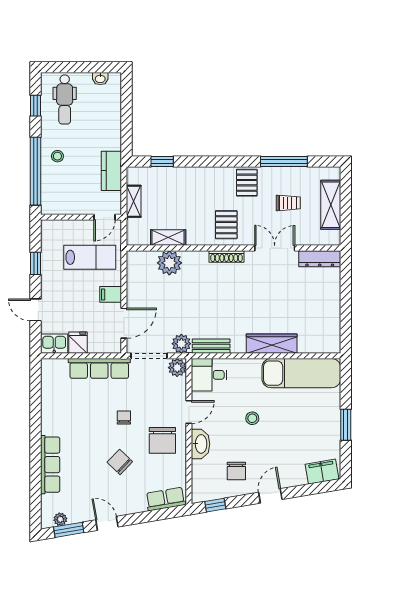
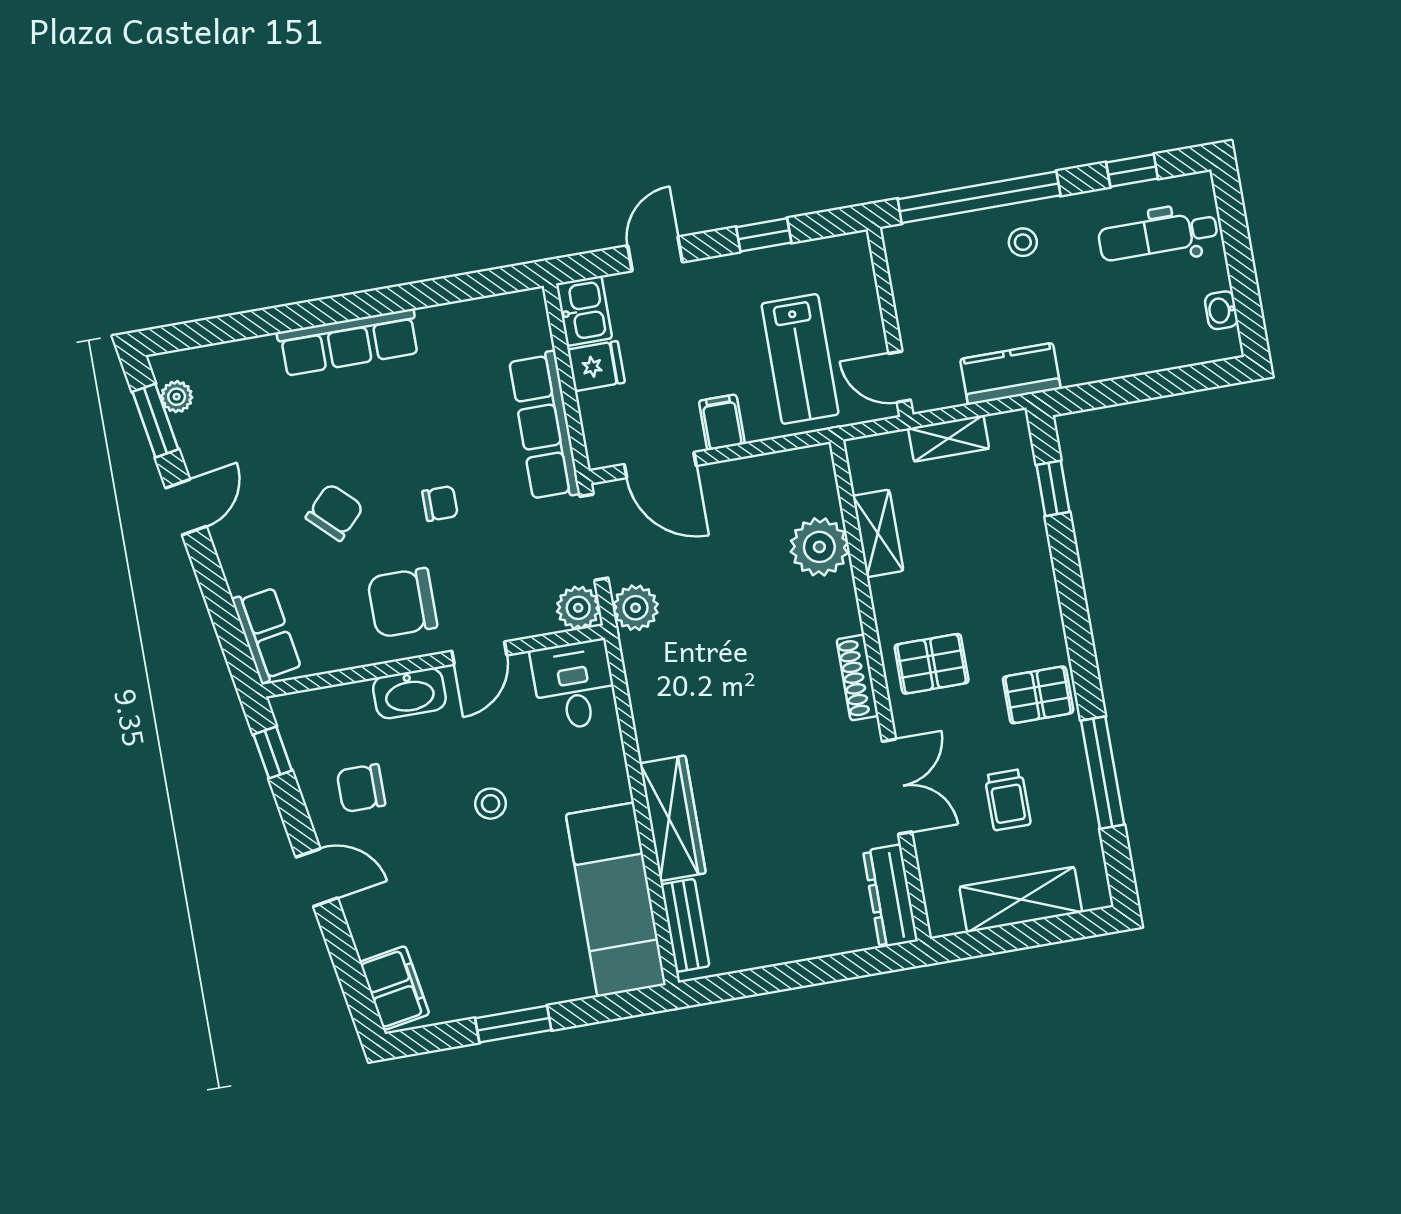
bench: (211, 346) -> (685, 925), moved
door: (189, 412) -> (479, 653), hinge flipped
row of seats: (50, 465) -> (349, 342), moved

